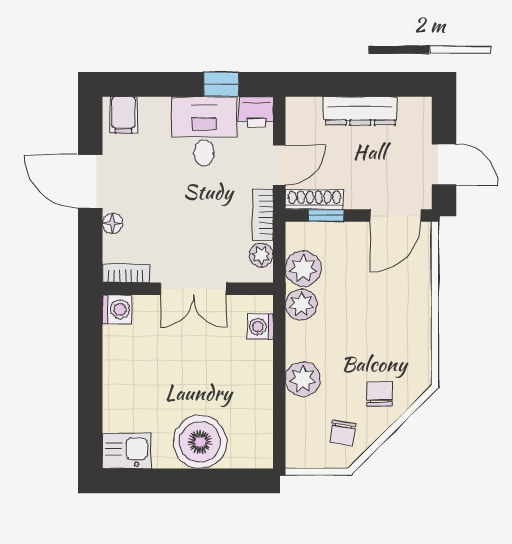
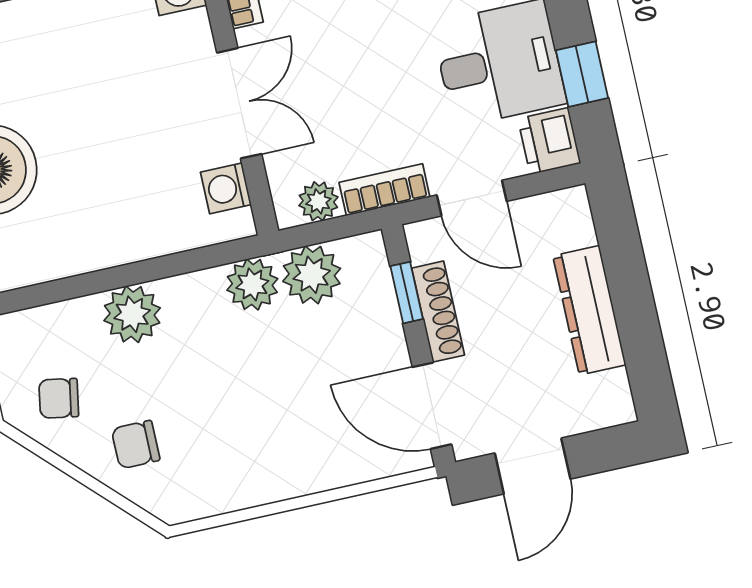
shoe rack: (314, 200) -> (438, 312), moved
double door: (193, 289) -> (239, 103), swing flipped
washing machine: (260, 327) -> (226, 188), moved, turned -90
chair: (380, 394) -> (136, 445), turned 180

